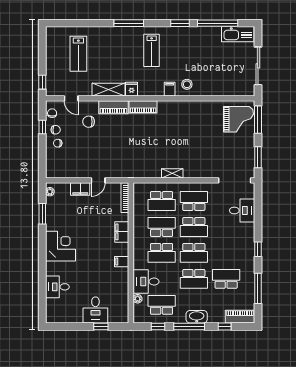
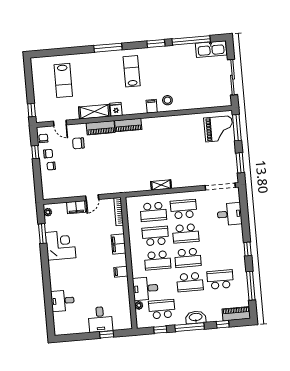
lab bench: (152, 50) -> (132, 71), turned 180
corner desk: (60, 246) -> (61, 245), moved

